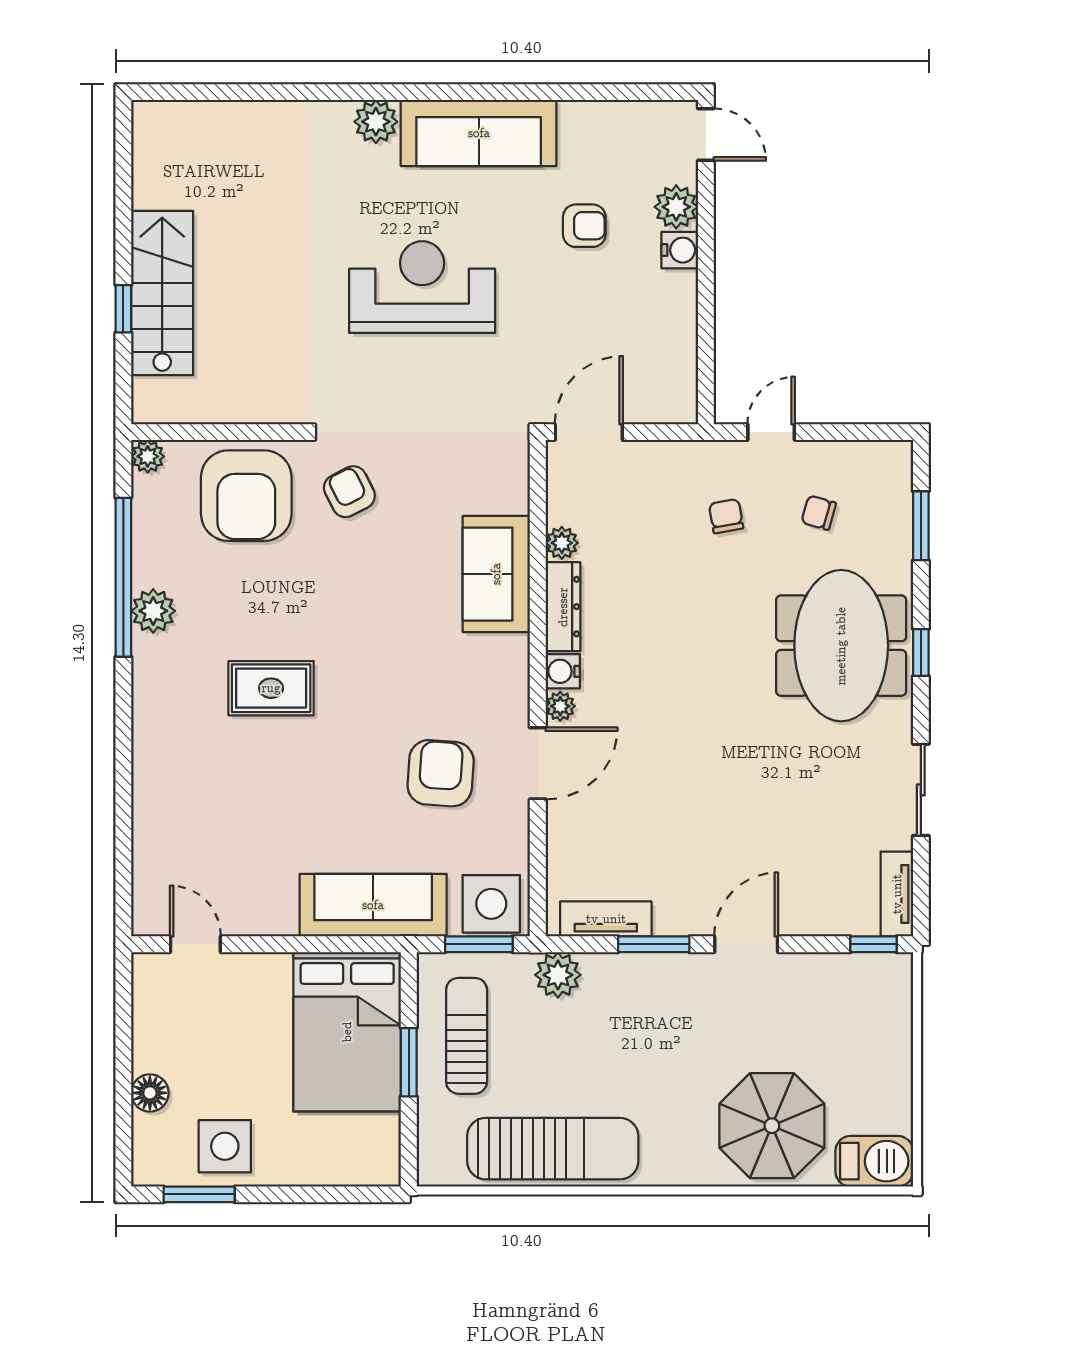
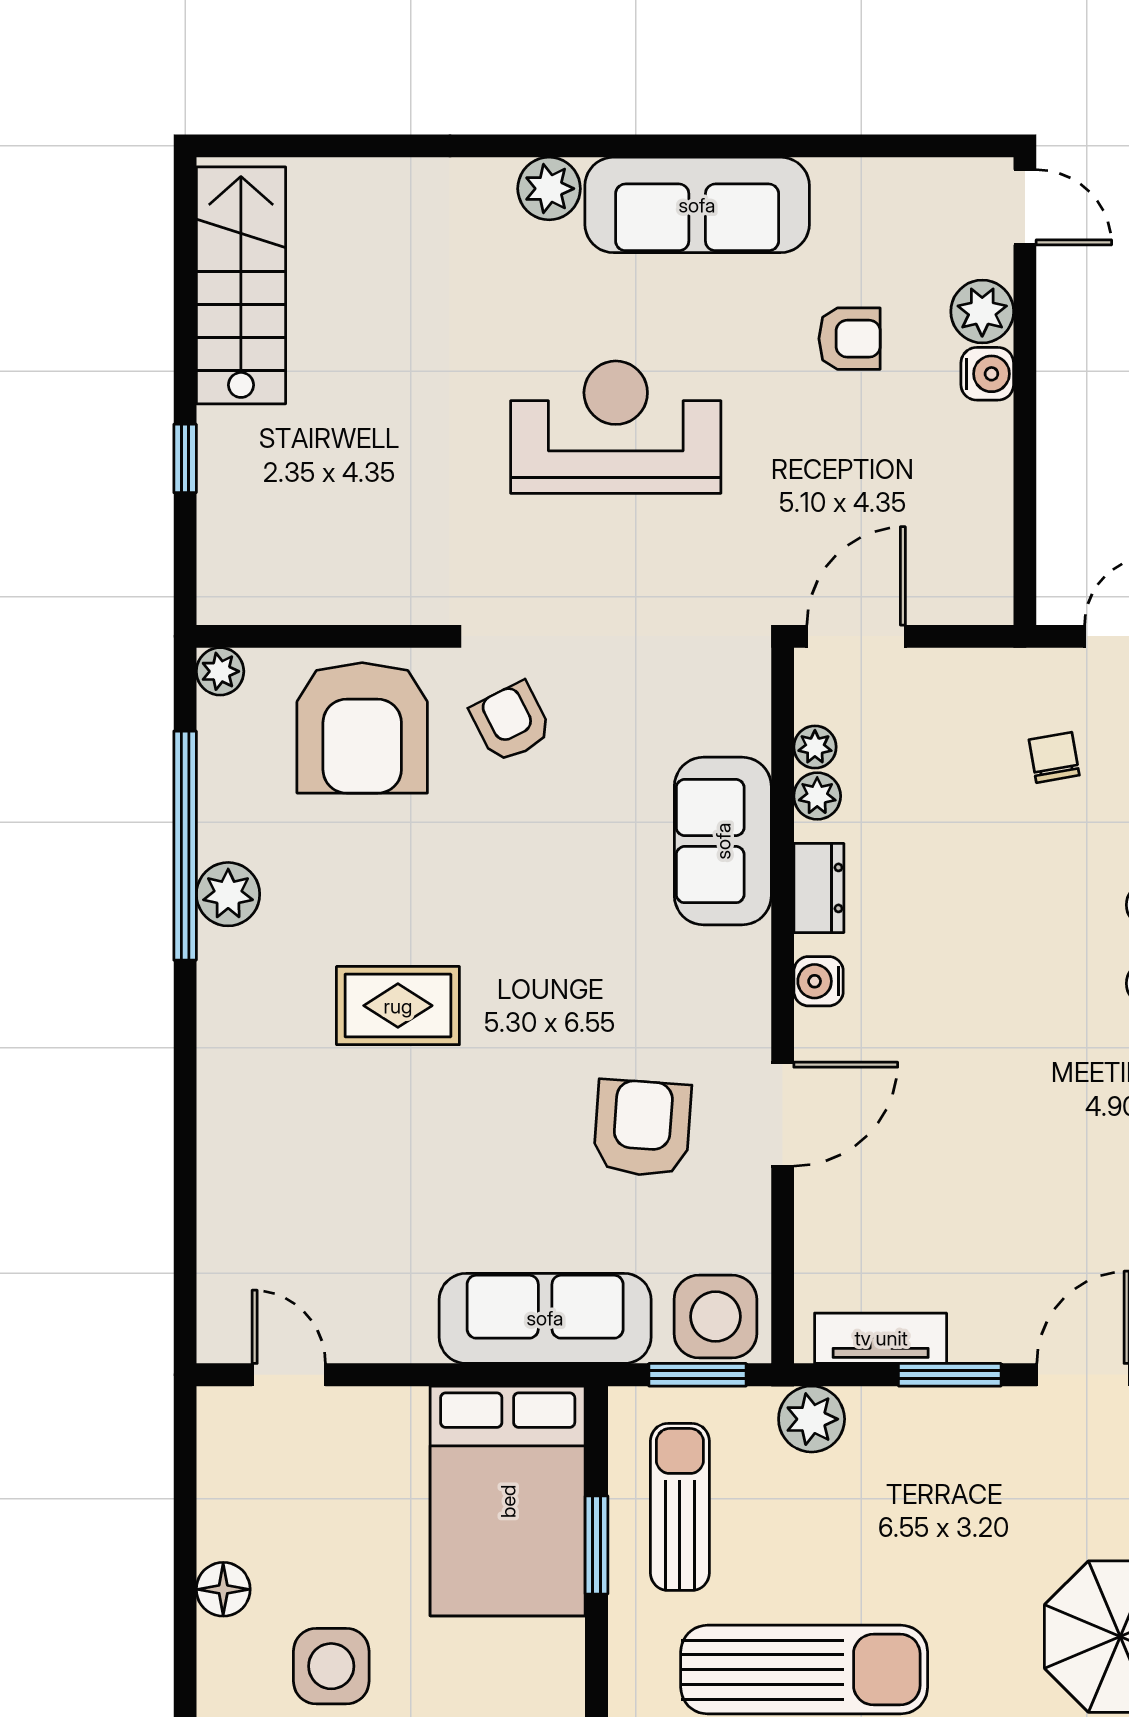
stairs: (162, 293) -> (241, 285), moved
dresser: (563, 607) -> (819, 888), width x0.70
plant: (560, 706) -> (815, 747), moved

